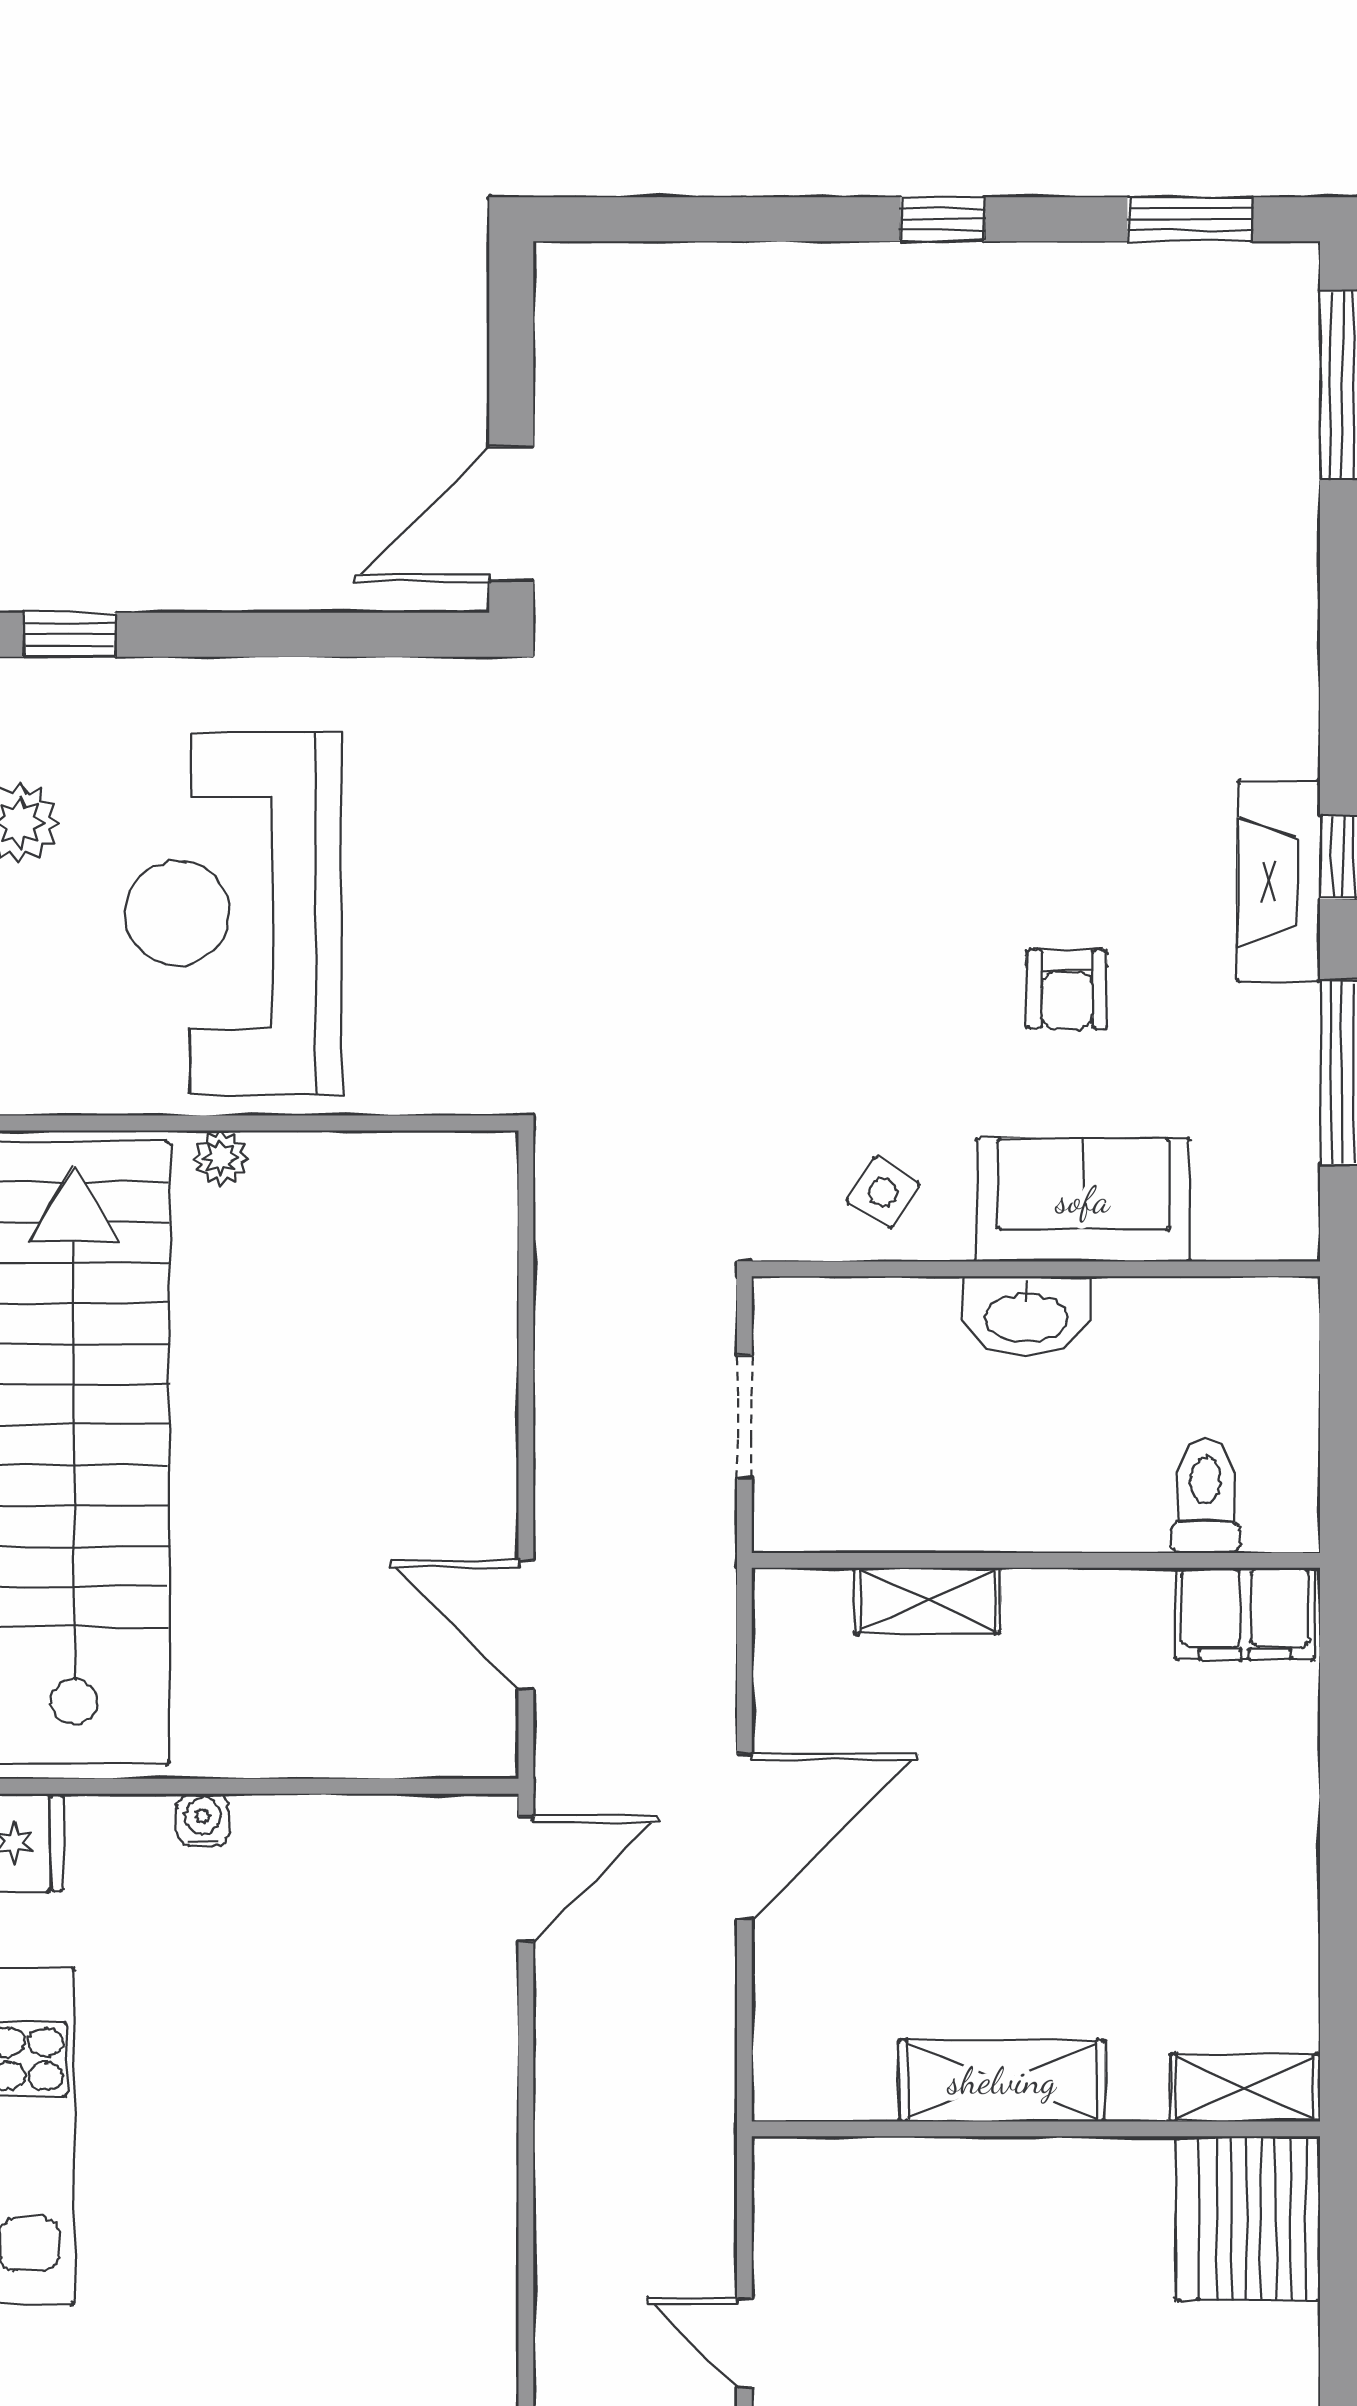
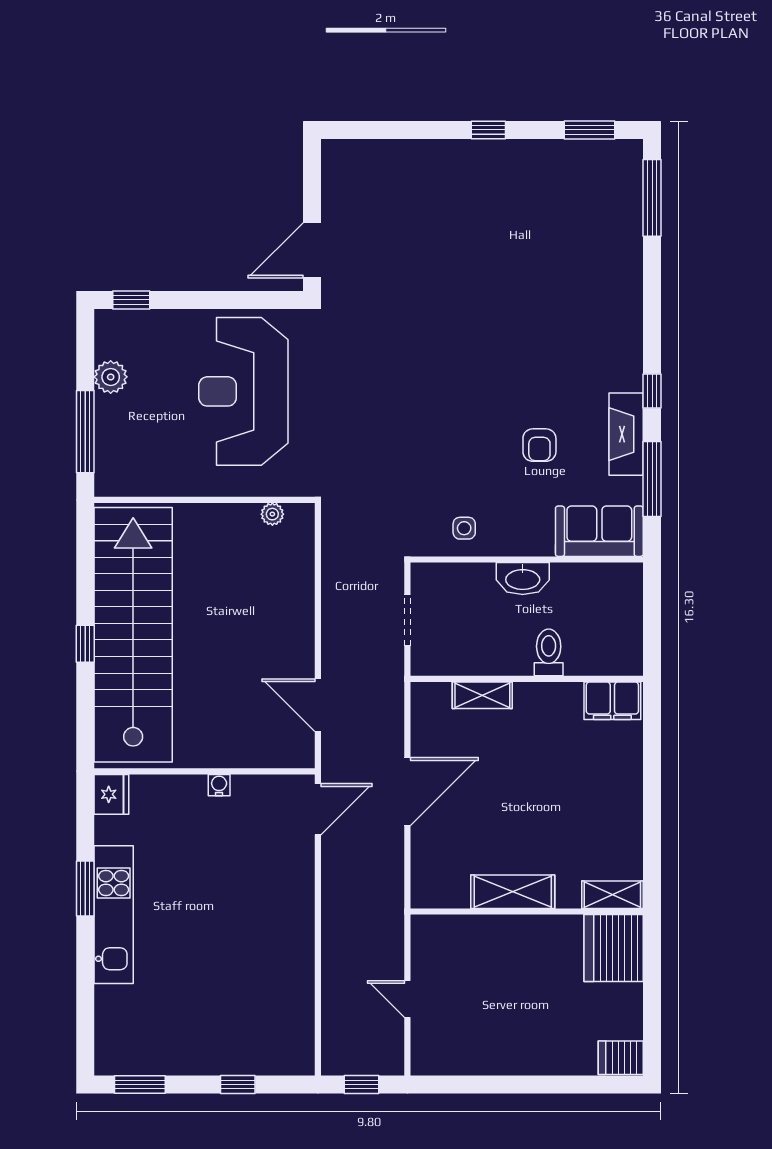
fireplace: (1279, 881) -> (626, 434), moved
reception desk: (233, 913) -> (243, 391), moved
plant: (221, 1158) -> (272, 514), moved
side table: (883, 1192) -> (464, 528), turned -31
sofa: (1083, 1200) -> (599, 531), moved
toilet: (1205, 1496) -> (549, 652), moved
water cooler: (203, 1820) -> (219, 785), moved

